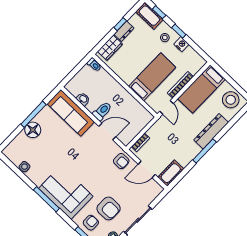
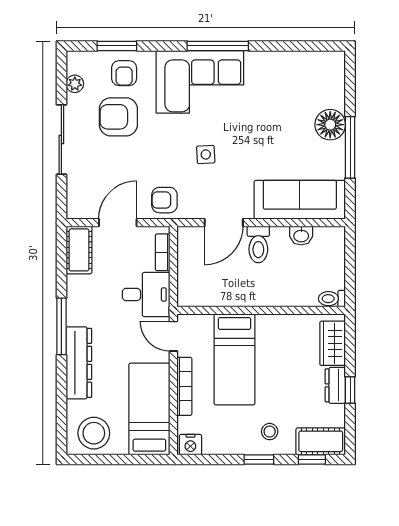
nightstand: (181, 44) -> (190, 445), moved
desk: (162, 133) -> (146, 294), added
side table: (25, 167) -> (206, 154), moved

